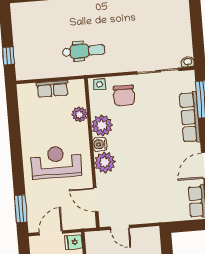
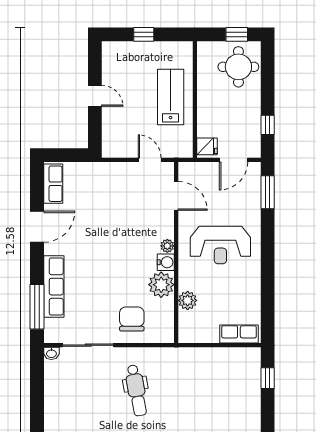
dental chair: (84, 51) -> (136, 390), moved, turned -100
side table: (100, 84) -> (160, 335), removed
row of seats: (52, 89) -> (239, 334), moved
plant: (105, 162) -> (167, 246), width x0.53, depth x0.53

